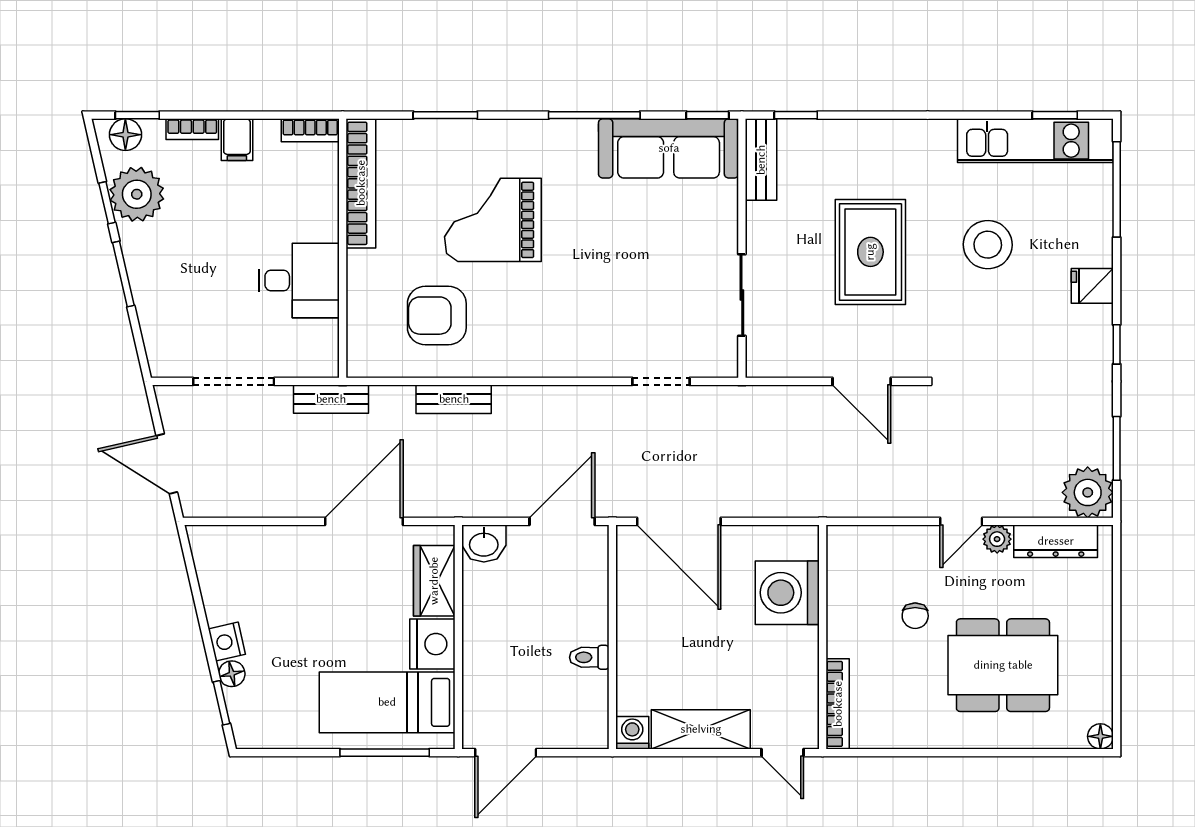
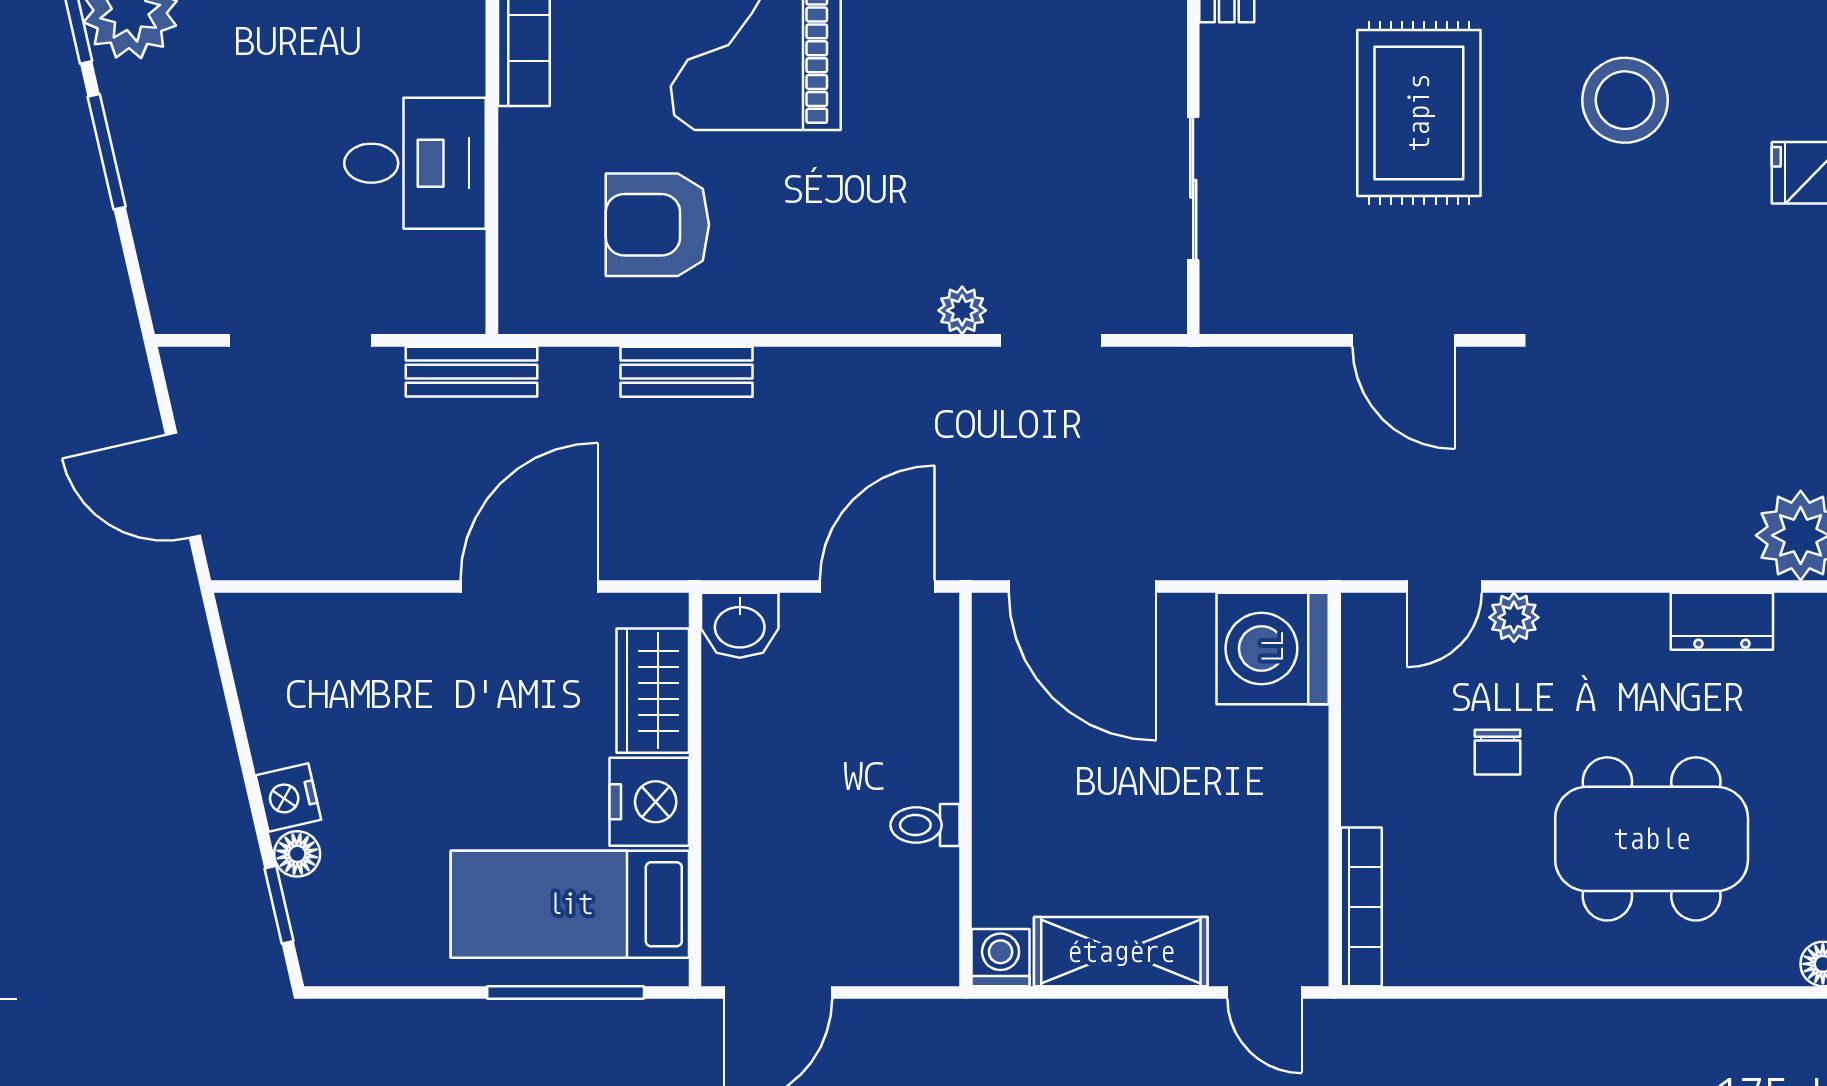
plant: (610, 364) -> (962, 310), added
door: (961, 521) -> (1444, 586), moved
plant: (997, 539) -> (1514, 617), moved
dresser: (1056, 541) -> (1722, 621), width x0.70
washing machine: (787, 593) -> (1273, 648), moved

